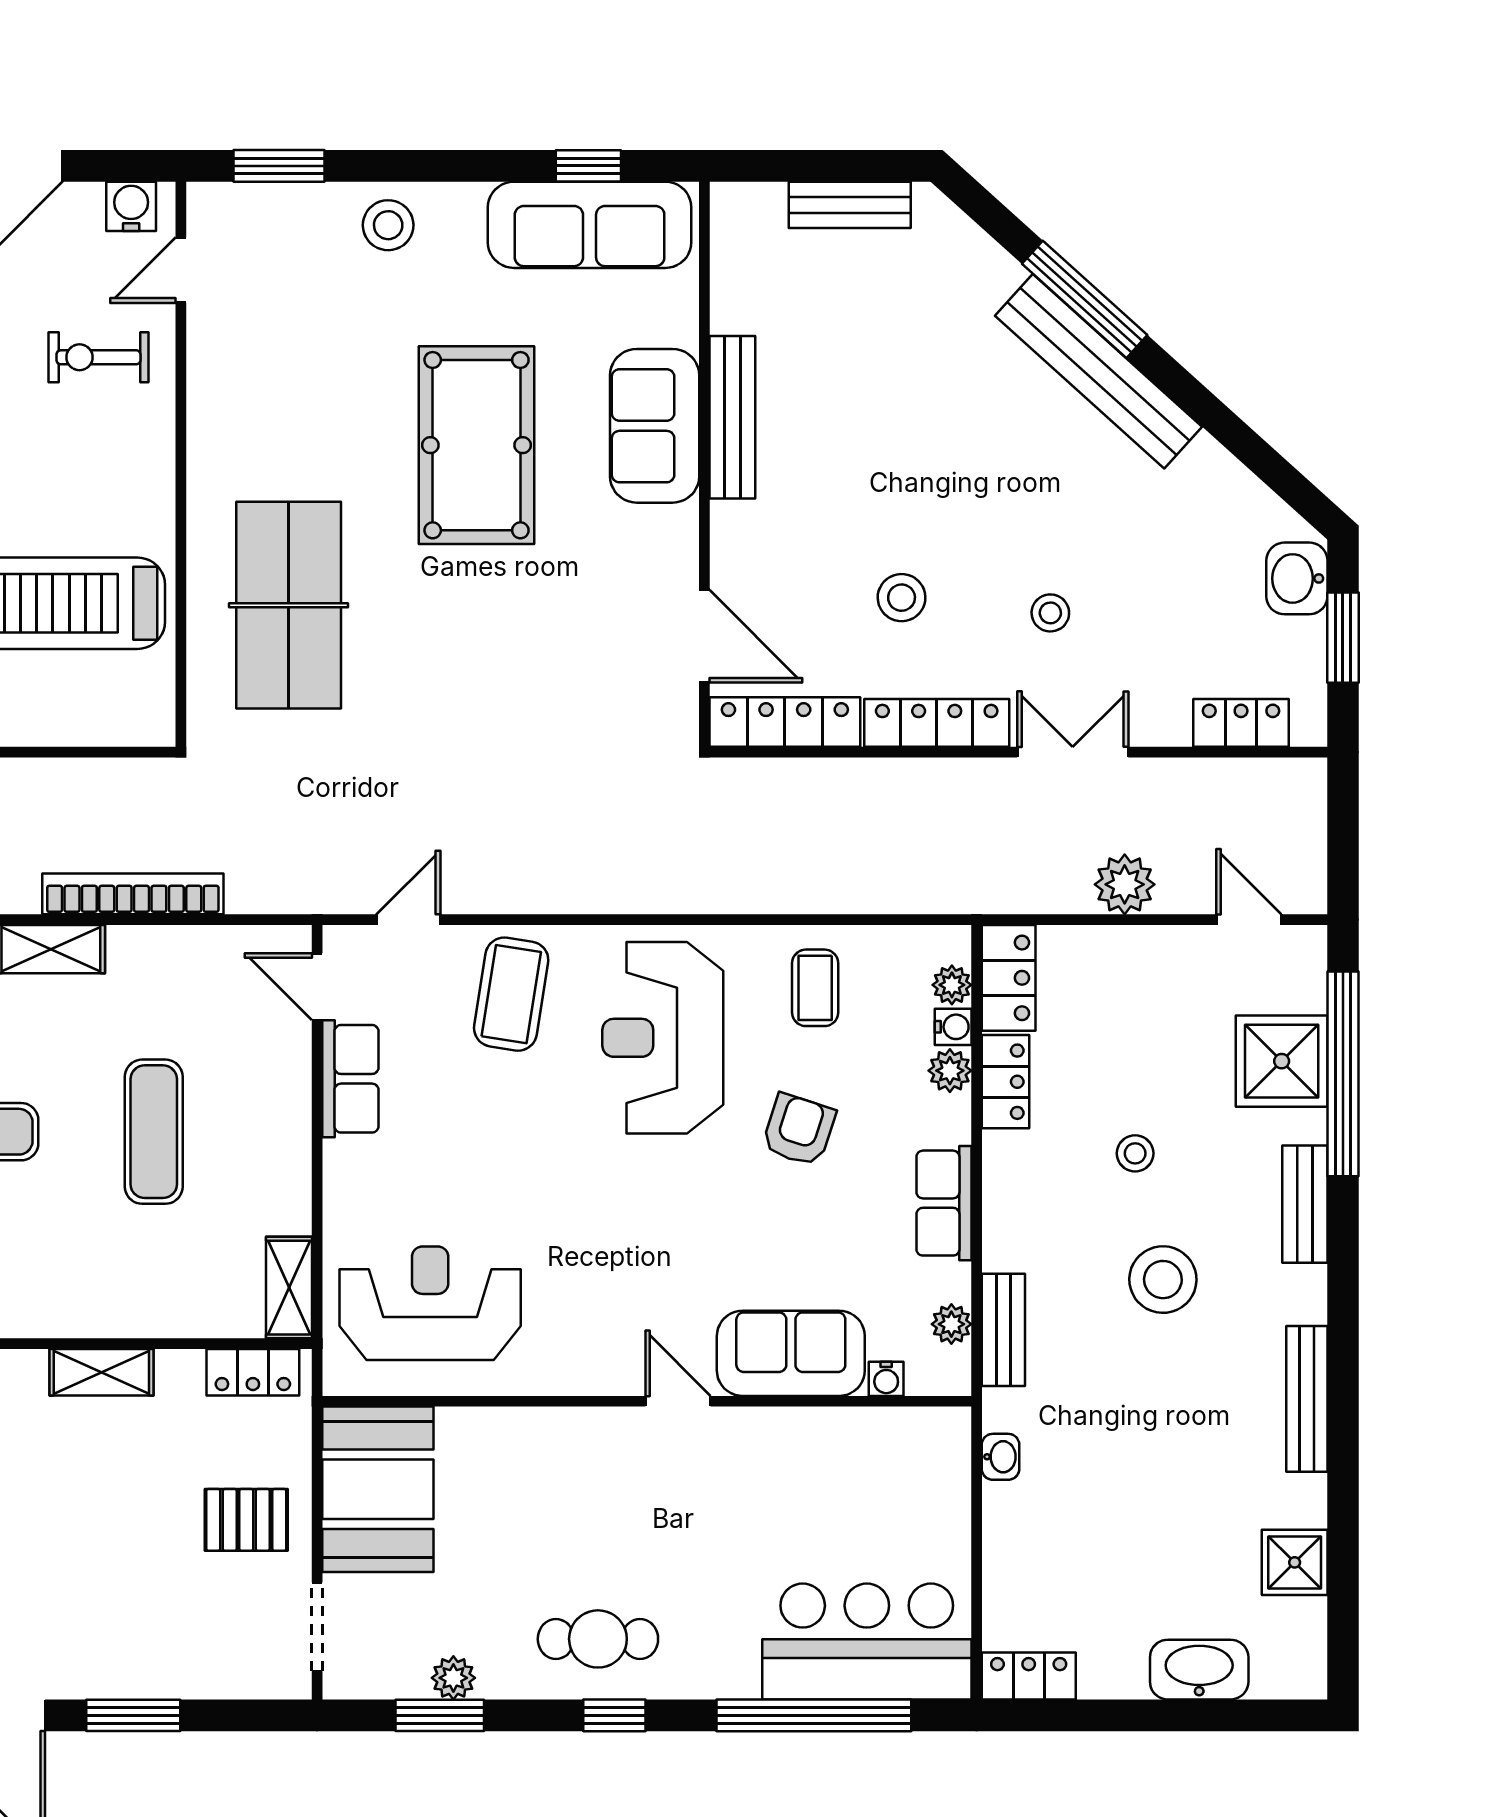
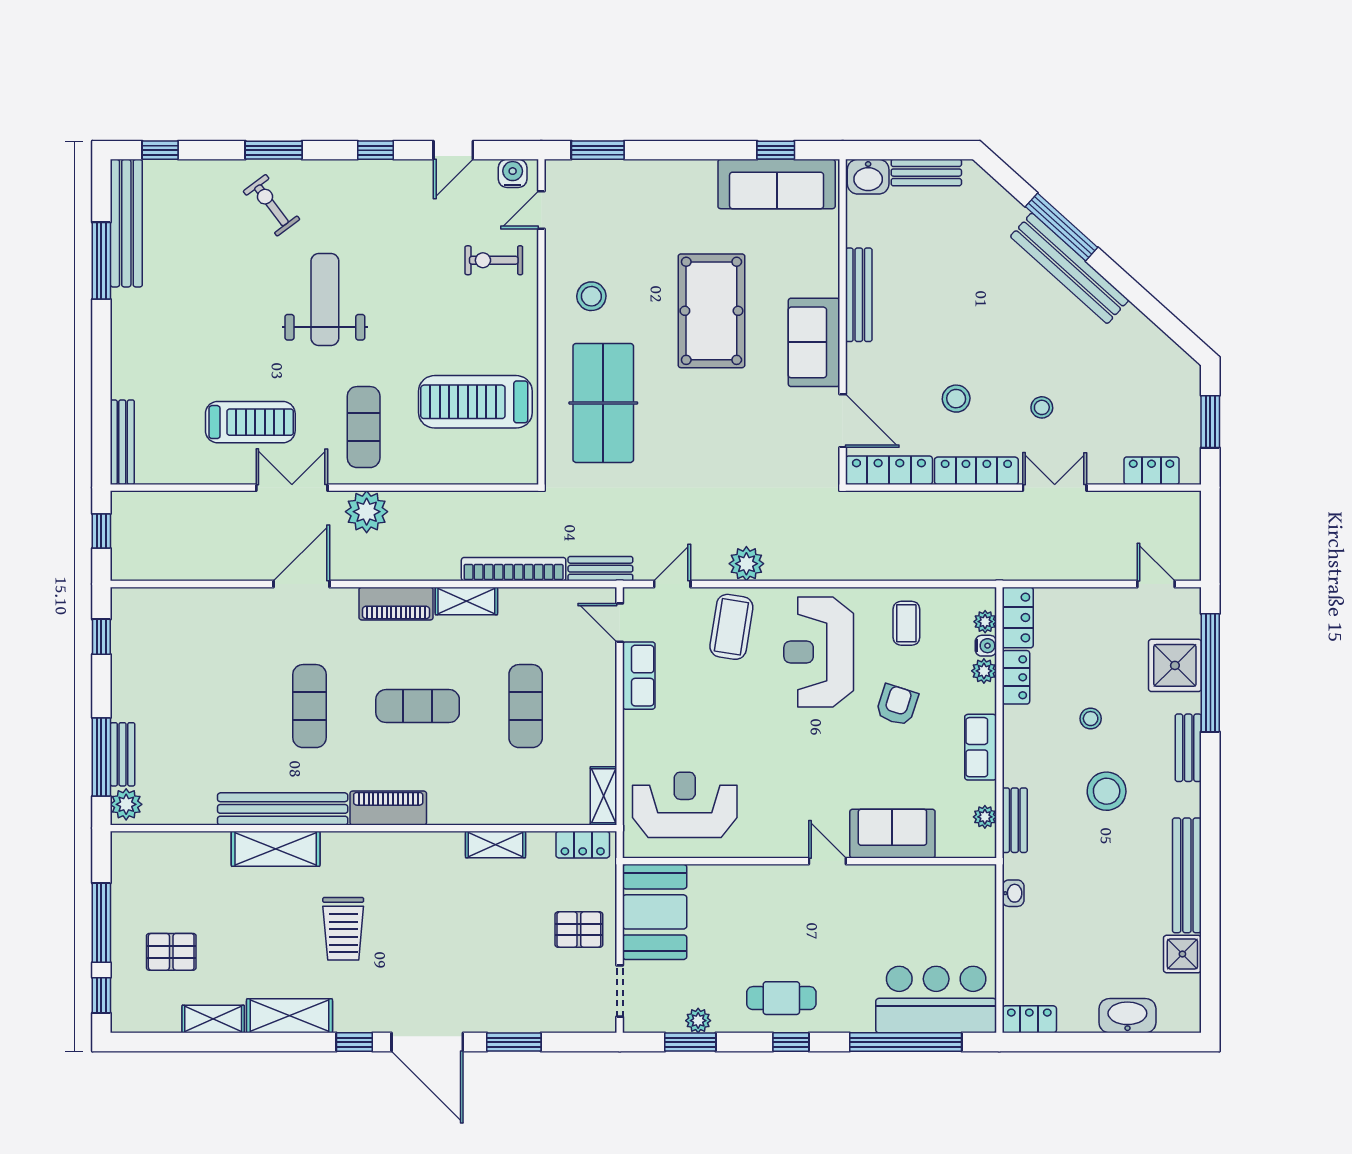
stool: (388, 225) -> (591, 296), moved
sofa: (655, 426) -> (814, 342), moved
washbasin: (1297, 578) -> (868, 177), moved, turned -90
plant: (1125, 884) -> (746, 564), moved
bench: (284, 893) -> (600, 569), added
water cooler: (886, 1379) -> (947, 848), removed
bench: (1307, 1399) -> (1187, 875), width x1.37, depth x1.21

